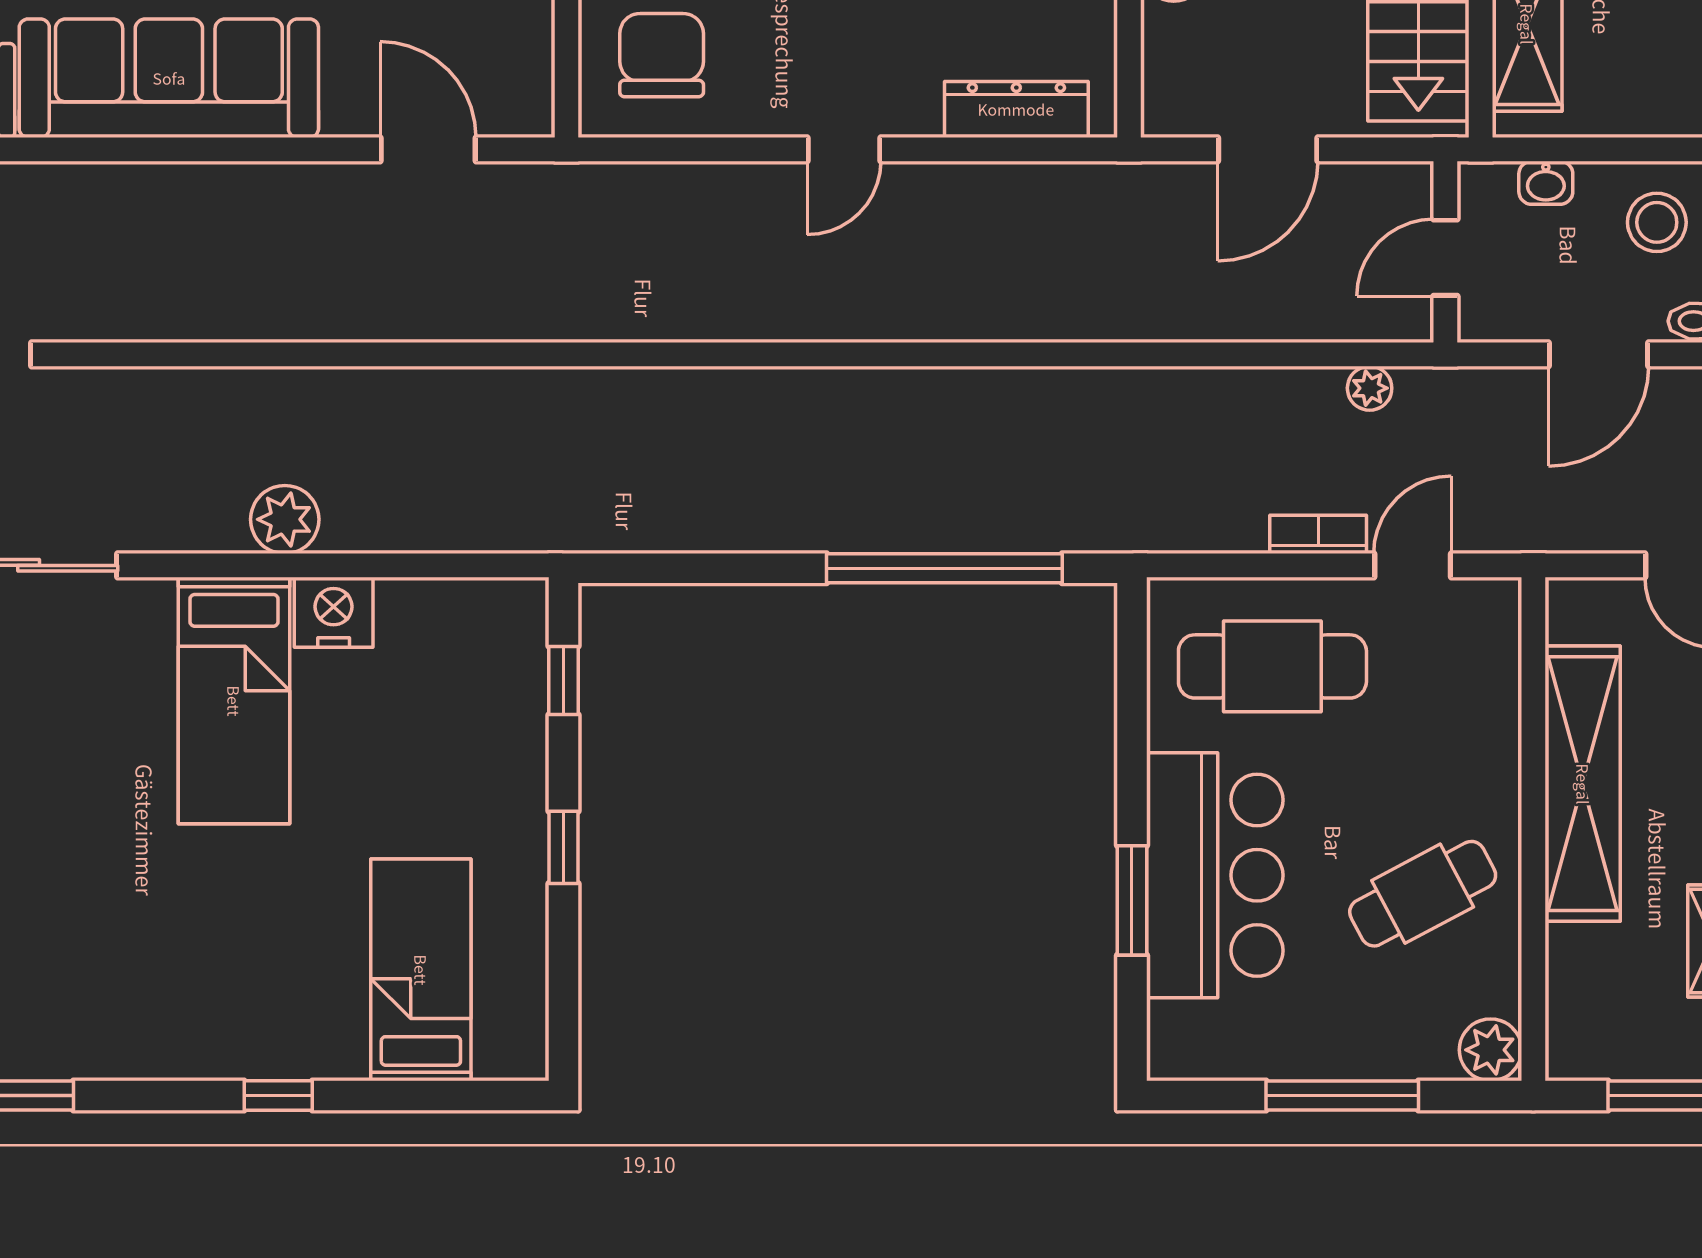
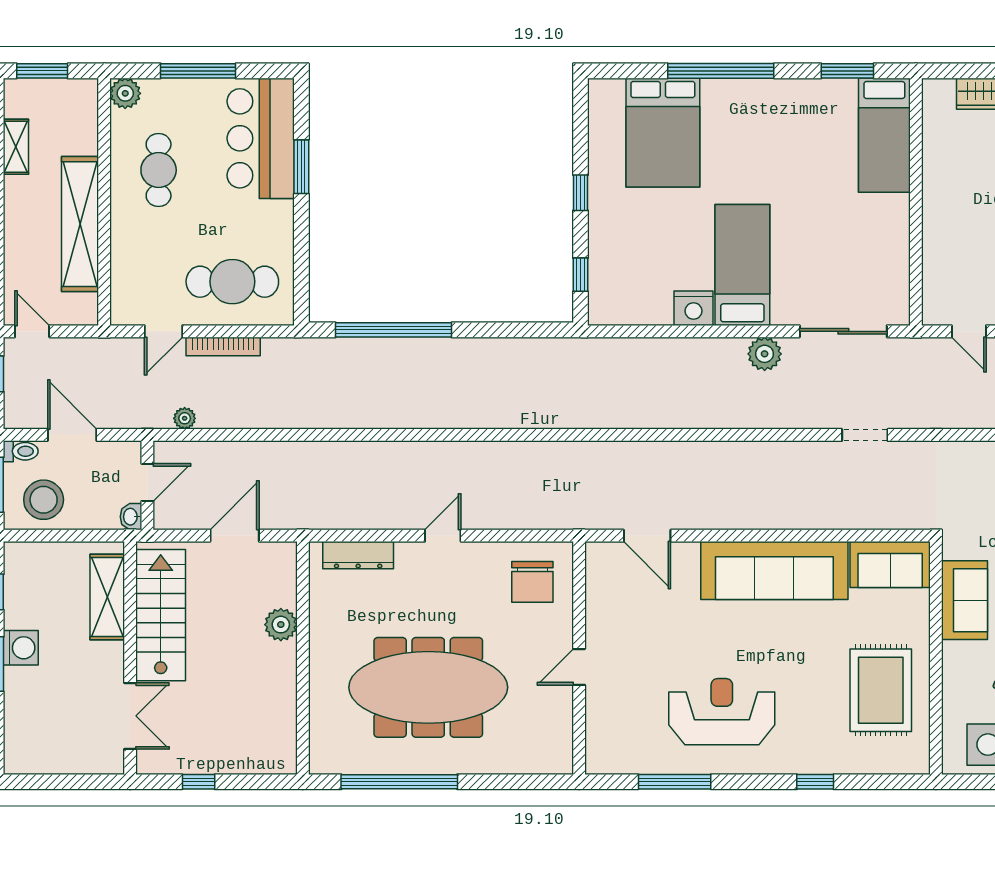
washbasin: (1546, 183) -> (131, 517), moved, turned -90
stool: (1657, 222) -> (44, 500), width x1.38, depth x1.38
door: (1599, 354) -> (72, 435), hinge flipped
plant: (285, 519) -> (765, 354), moved
bookcase: (1318, 534) -> (223, 347), width x1.56
bar counter: (1215, 875) -> (261, 138), moved
cafe table: (1423, 894) -> (159, 170), turned -62
bed: (421, 970) -> (663, 133), width x1.50
window: (278, 1096) -> (721, 71), width x3.17

